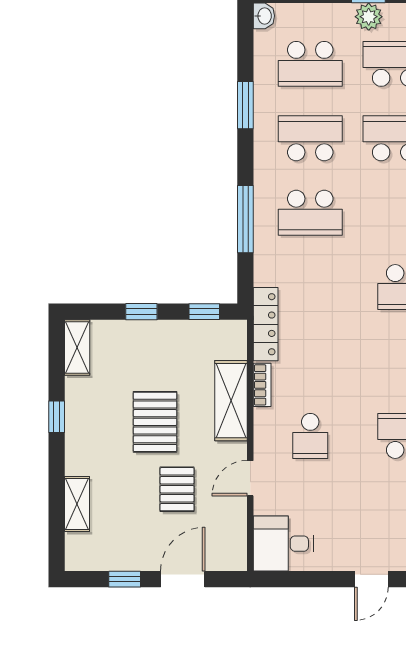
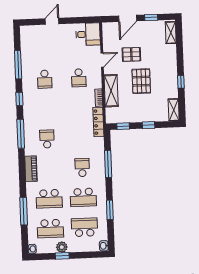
school desk: (310, 213) -> (82, 167), width x0.54
school desk: (310, 436) -> (79, 78), turned 180
pallet: (177, 489) -> (131, 54), turned 90
shelving: (77, 504) -> (171, 33), moved

